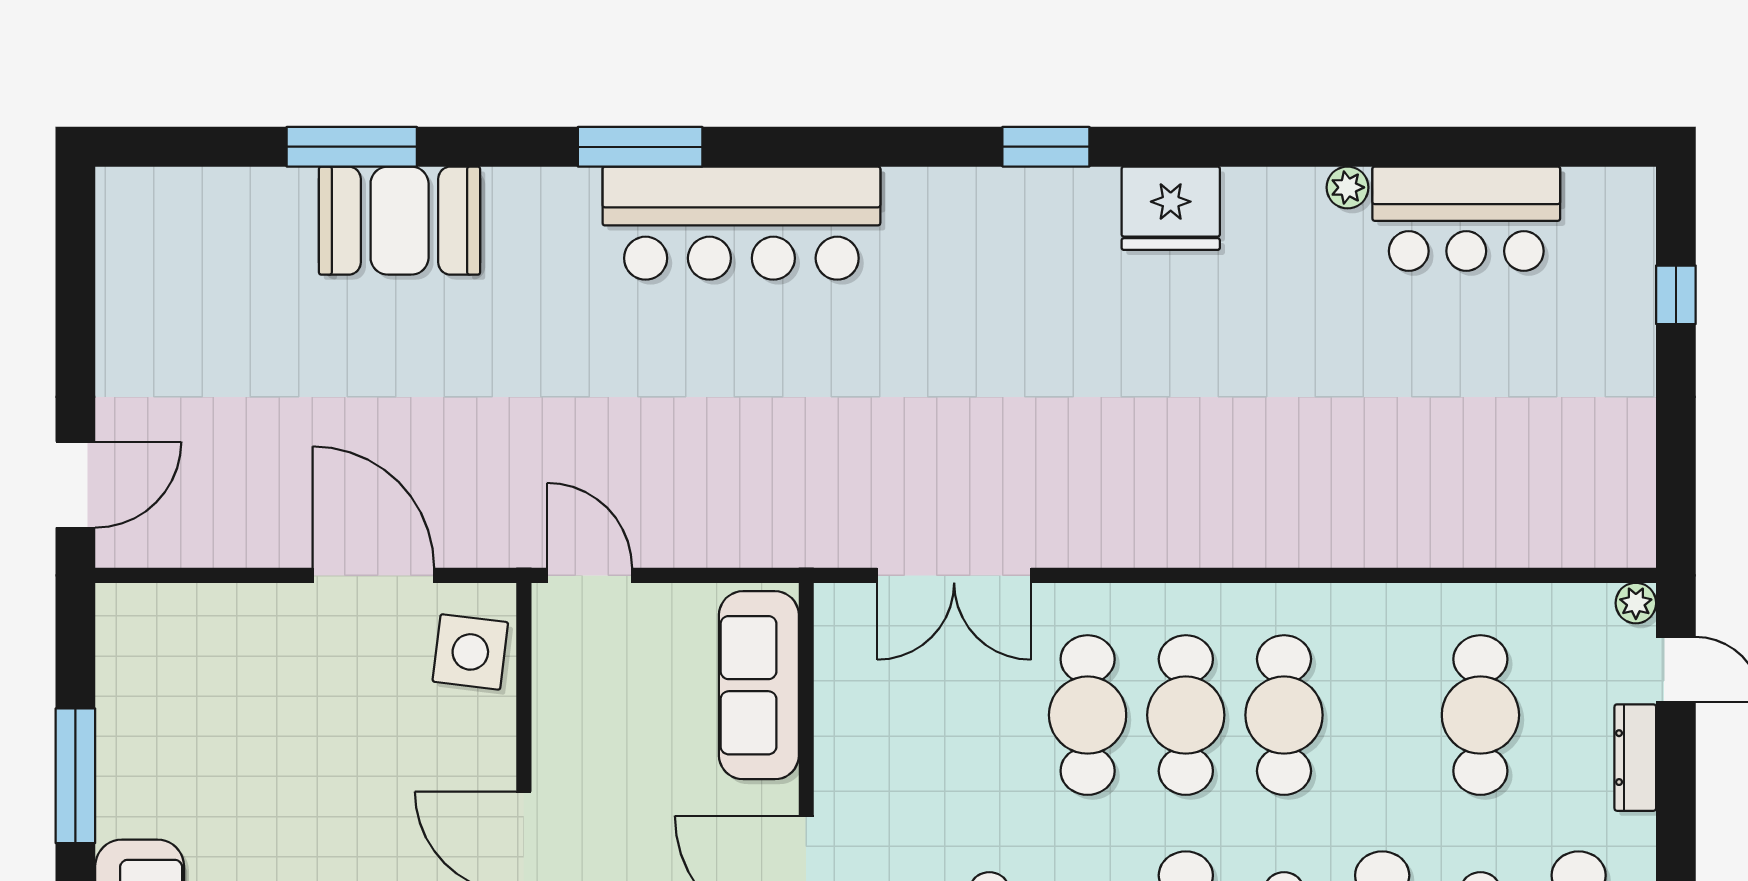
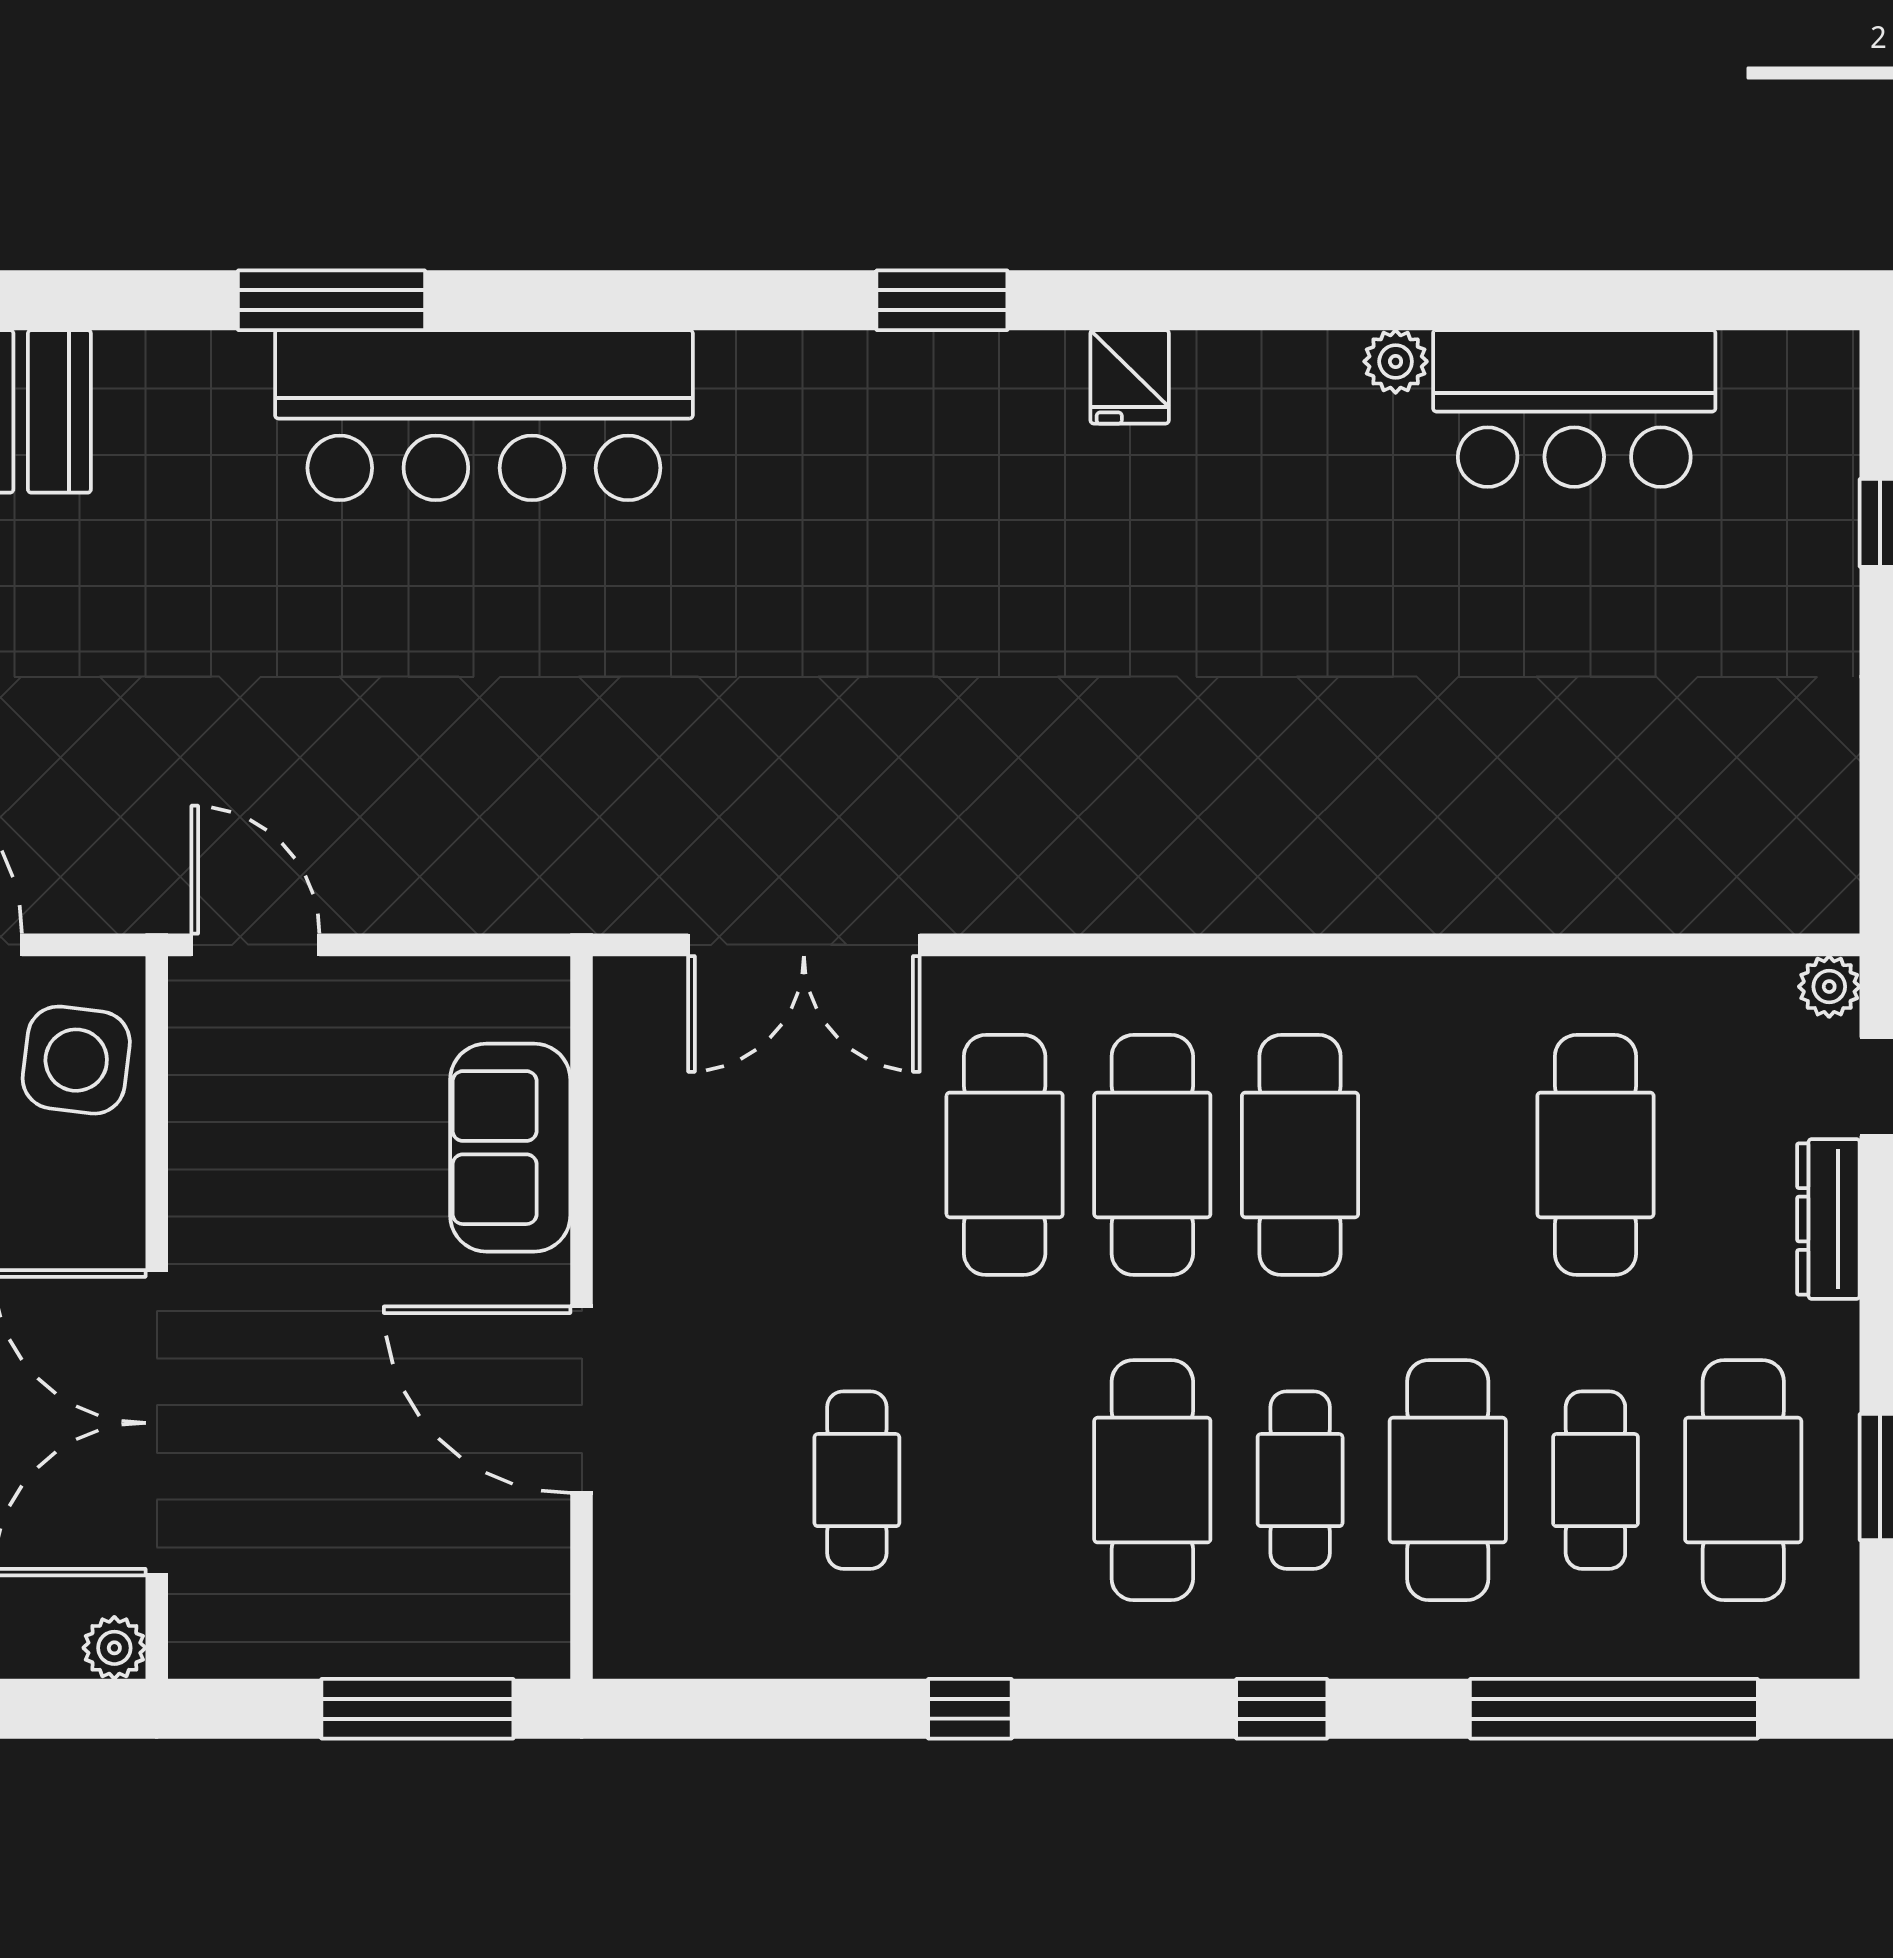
fridge: (1171, 208) -> (1130, 377), width x0.53, depth x0.75
sofa: (759, 685) -> (510, 1148), width x0.73

